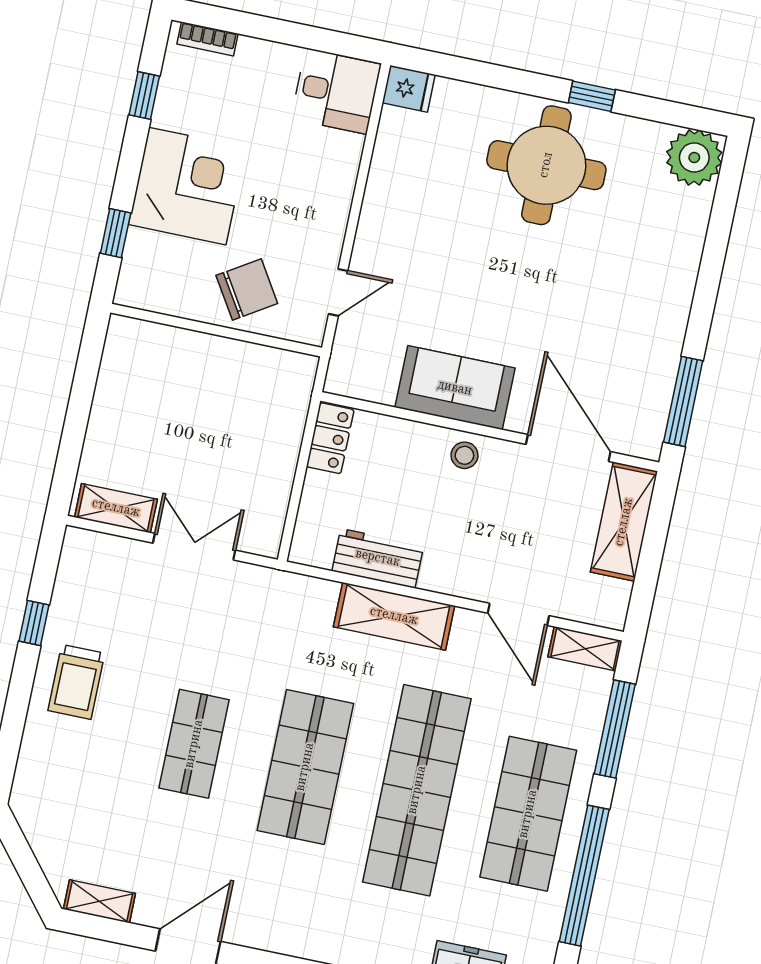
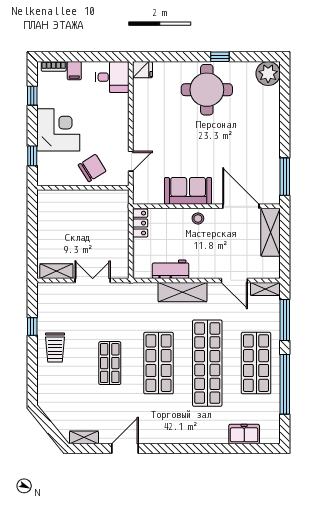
filing cabinet: (252, 58) -> (74, 71), added

